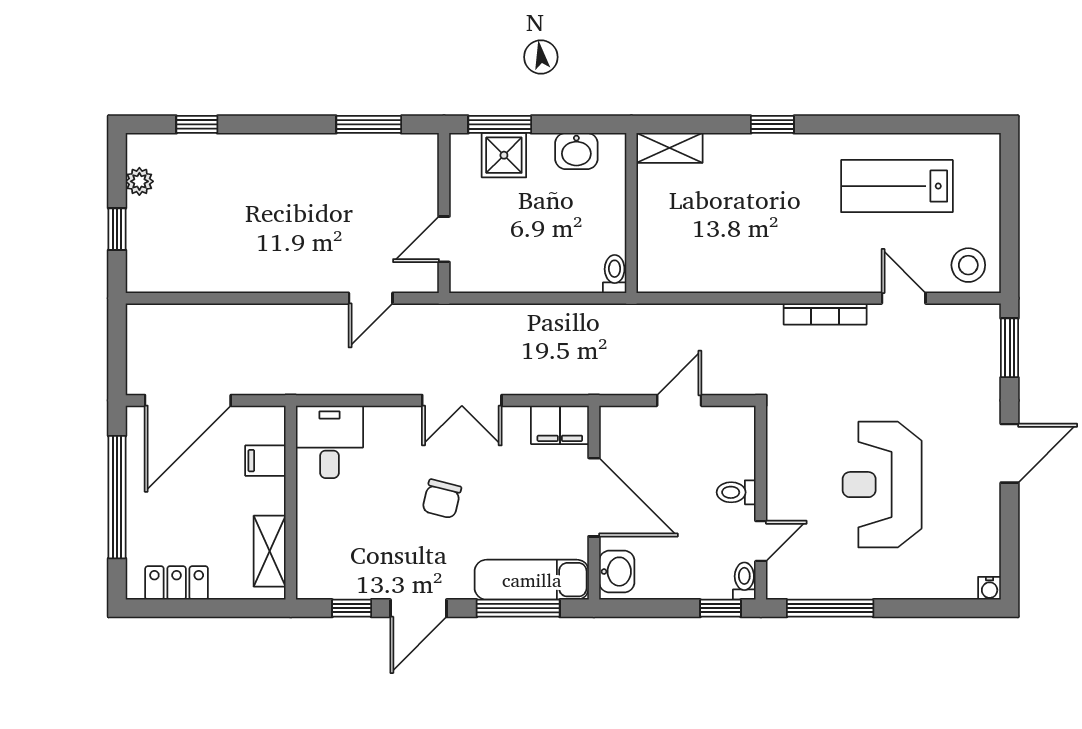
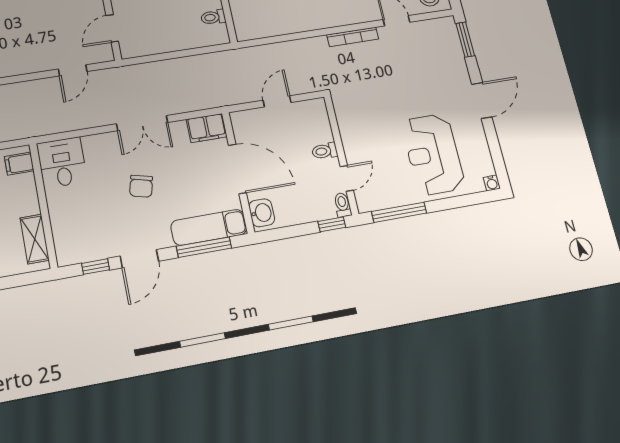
toilet: (615, 274) -> (213, 17), moved, turned -90
filing cabinet: (265, 461) -> (19, 164), moved
reception desk: (882, 485) -> (433, 154), moved

